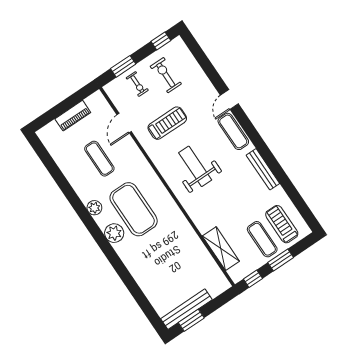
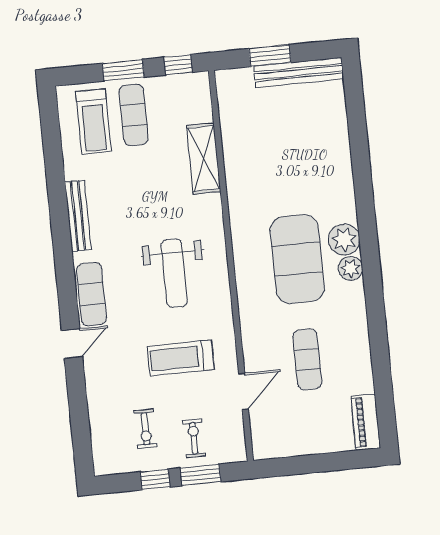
window: (161, 41) -> (155, 479), moved
exercise bike: (166, 75) -> (145, 429), width x0.73, depth x0.72
piano: (73, 116) -> (366, 422), moved, turned -90
plant: (94, 208) -> (351, 268), moved
shelving: (221, 249) -> (204, 159), moved
window: (191, 320) -> (270, 56), moved

